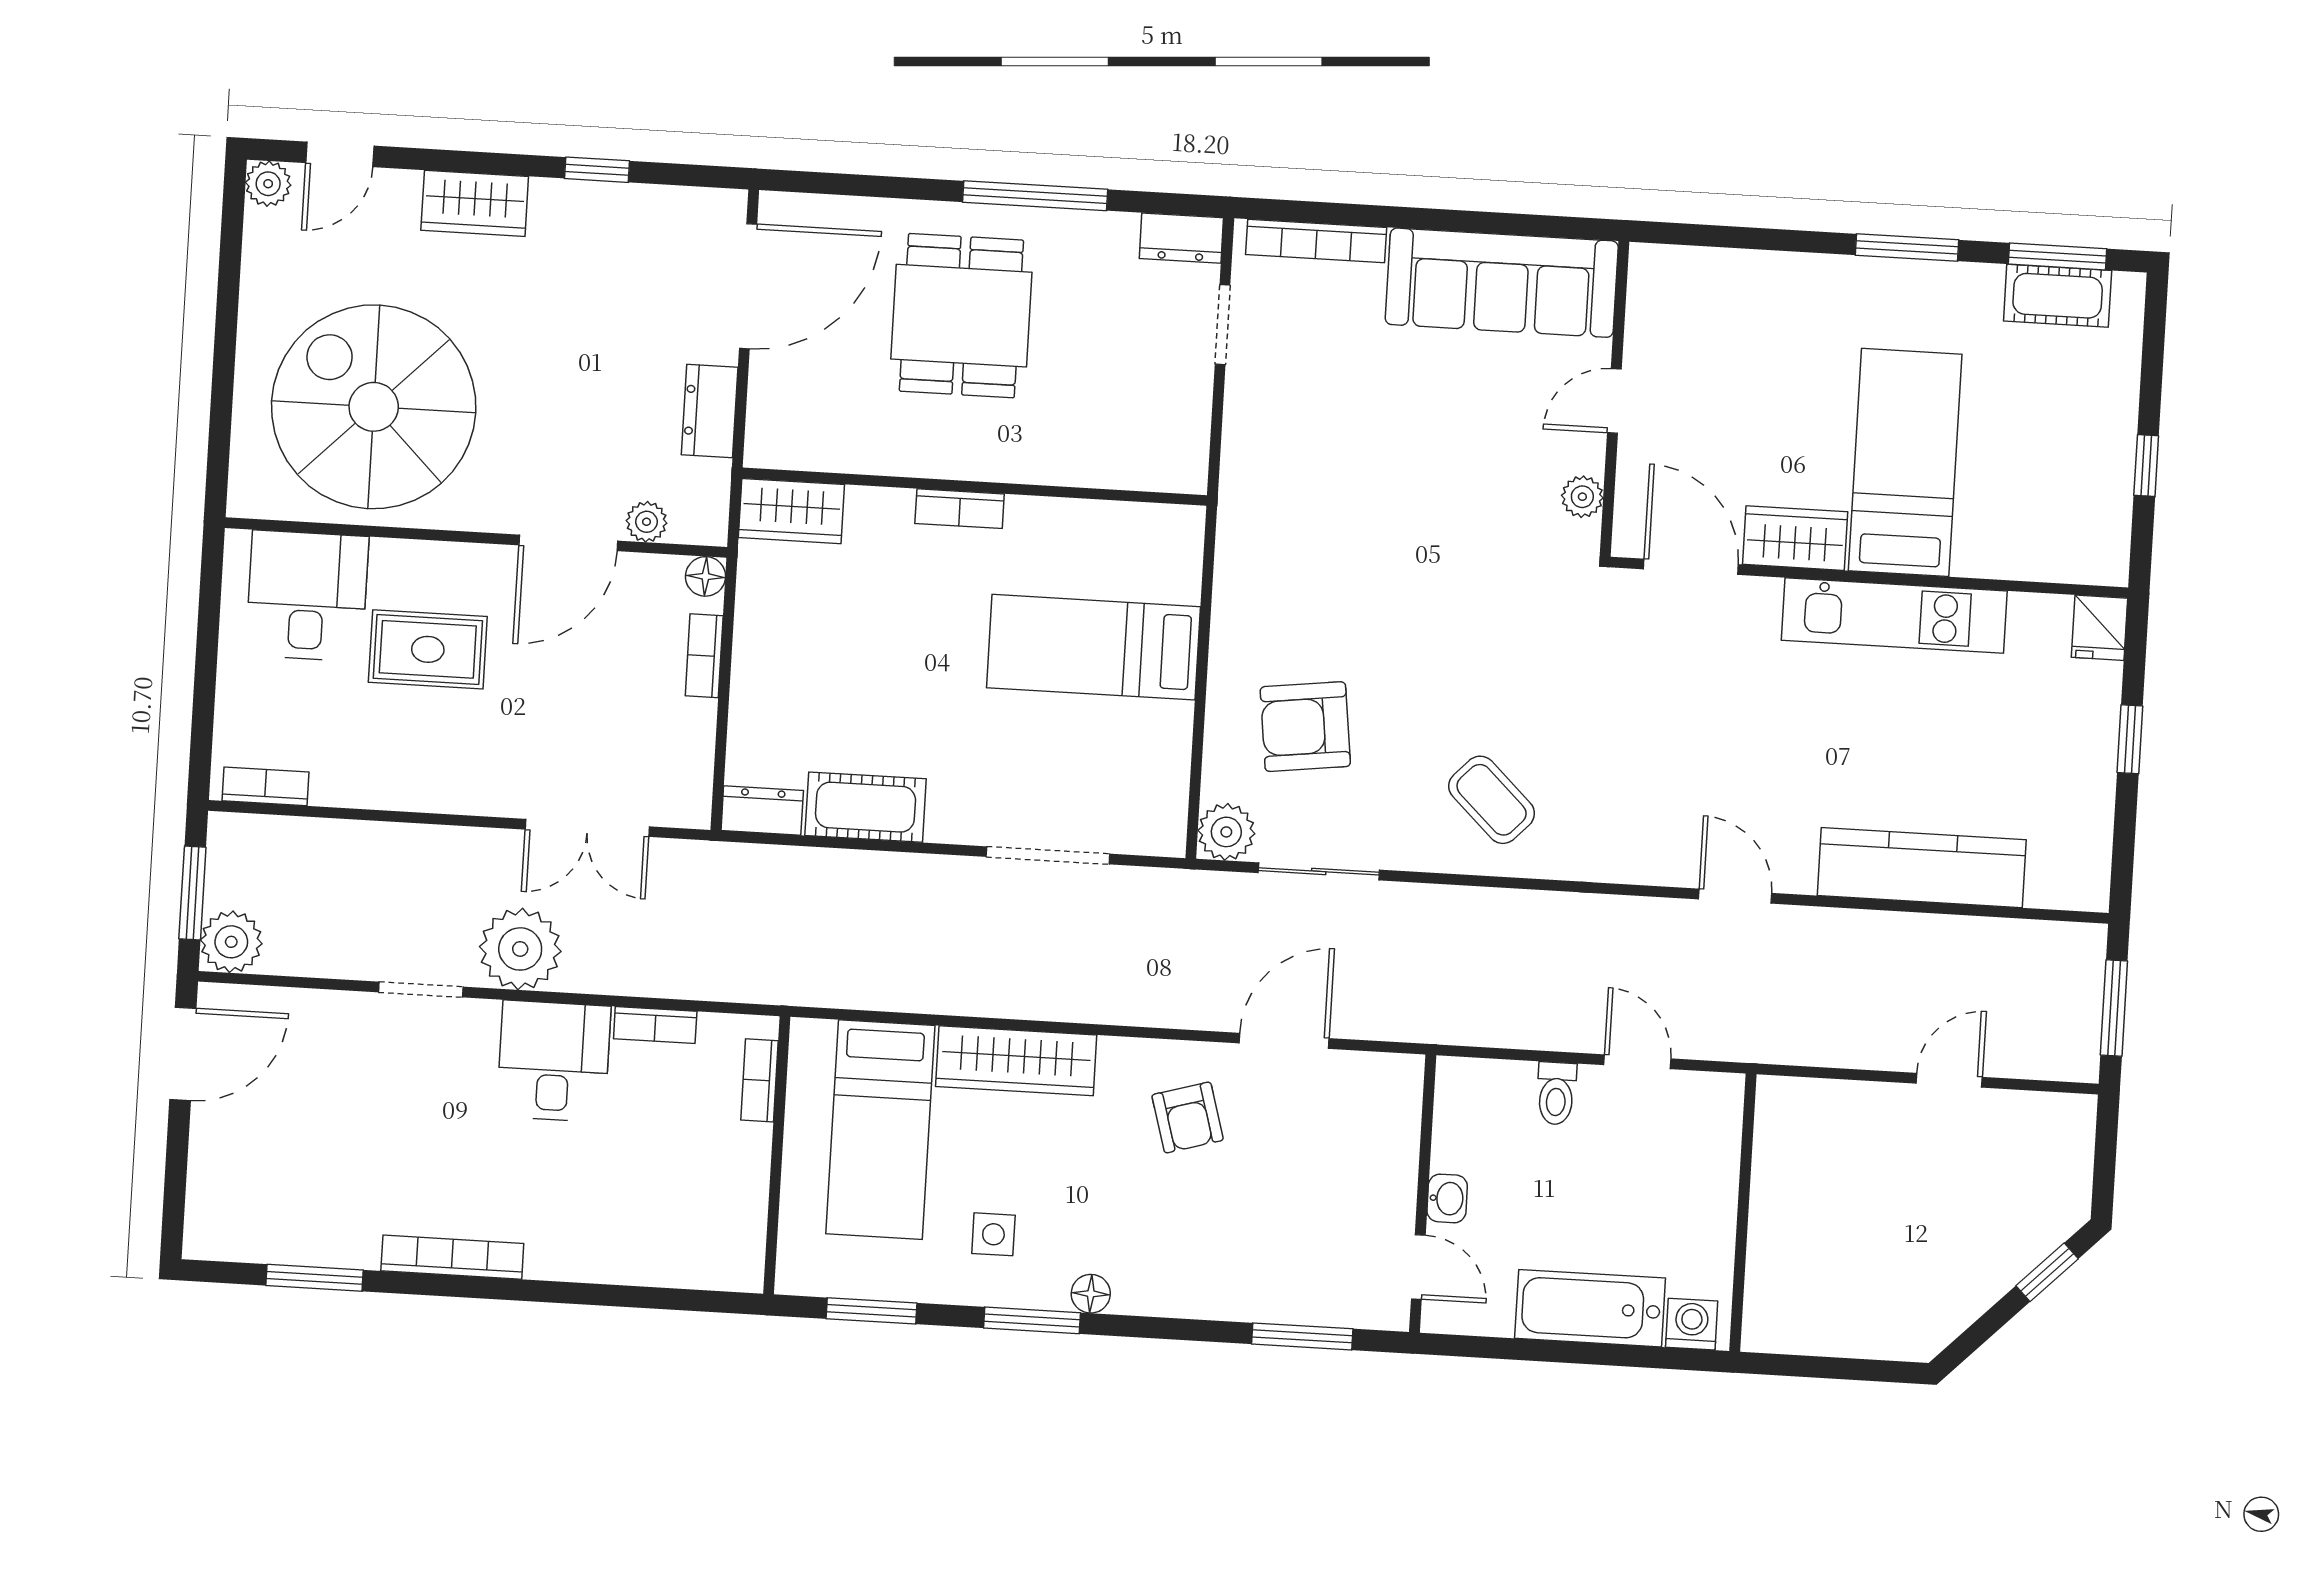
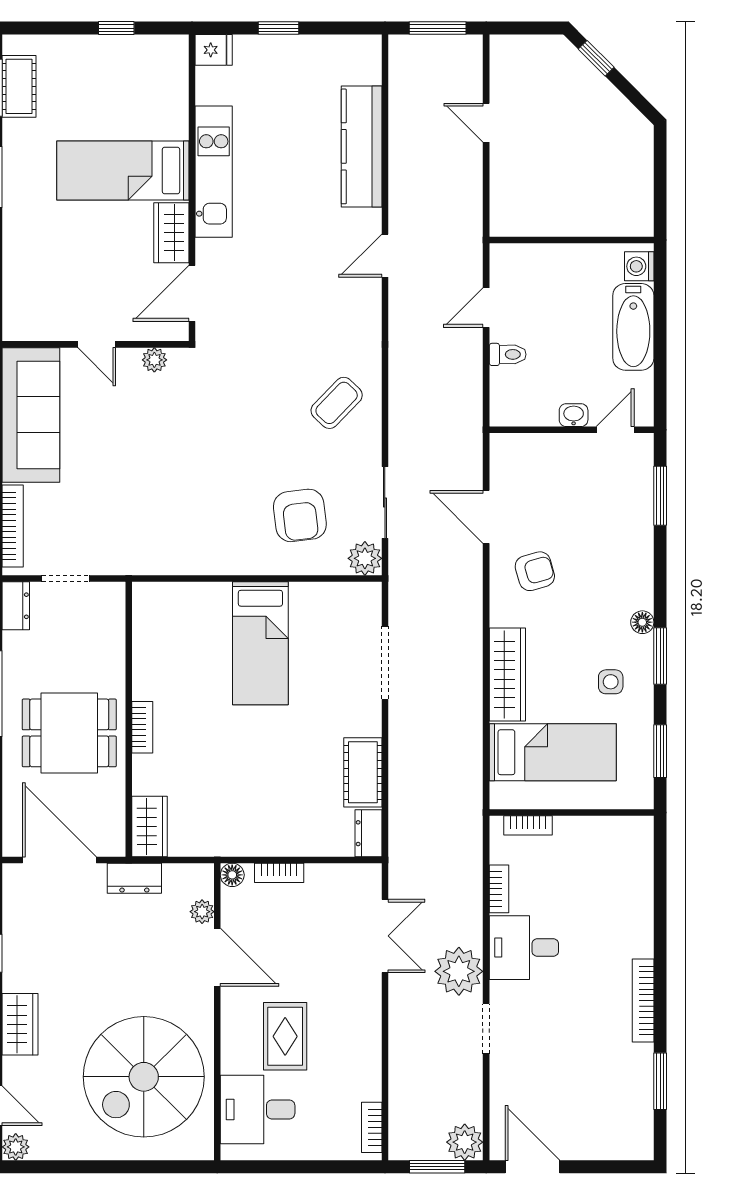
wall: (974, 487) -> (129, 719), moved
bookcase: (960, 509) -> (142, 727), moved
wardrobe: (791, 511) -> (149, 826), moved

